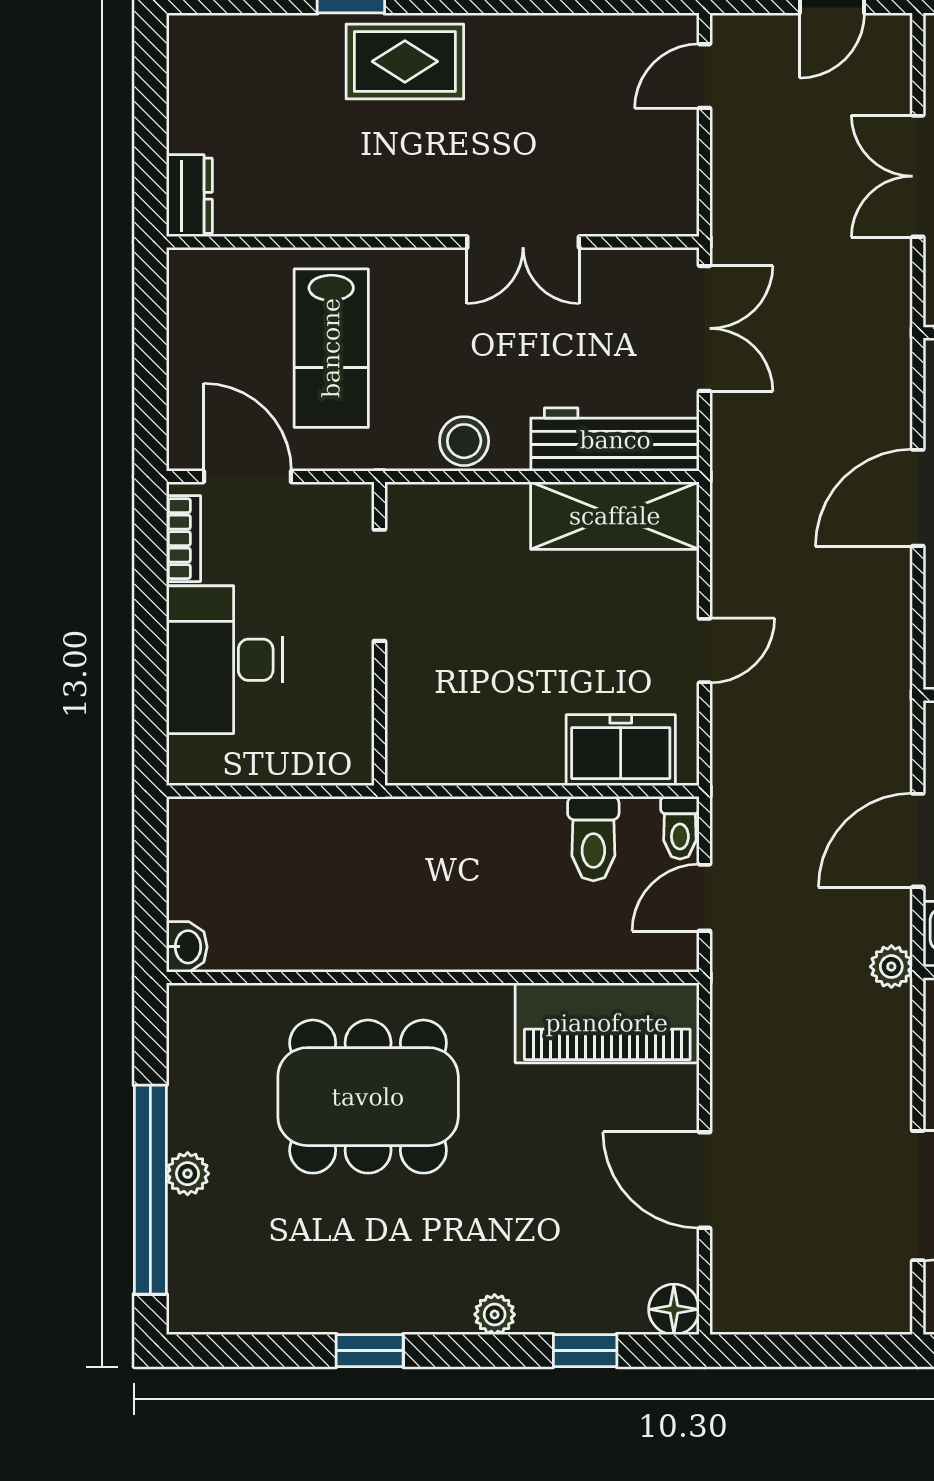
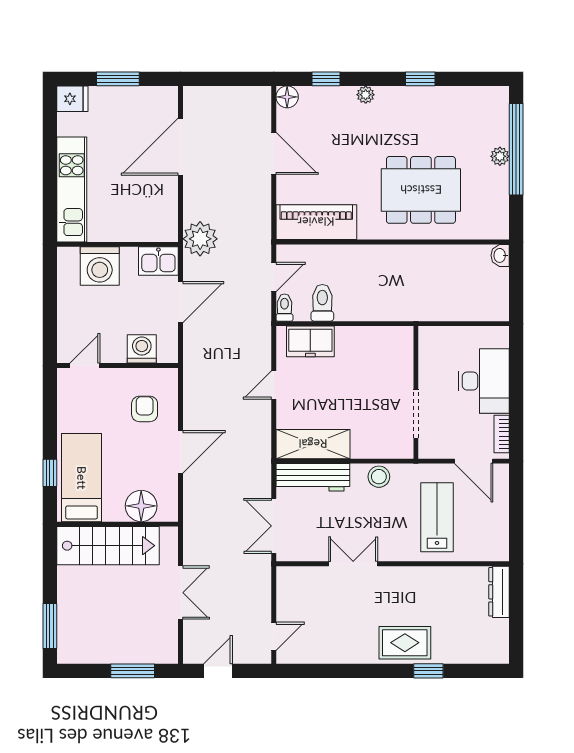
dresser: (189, 196) -> (499, 592), width x1.44
plant: (891, 967) -> (200, 239), width x1.87, depth x1.87

